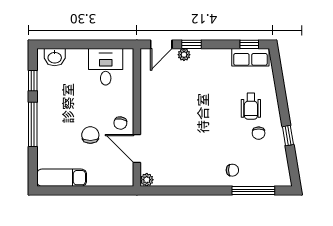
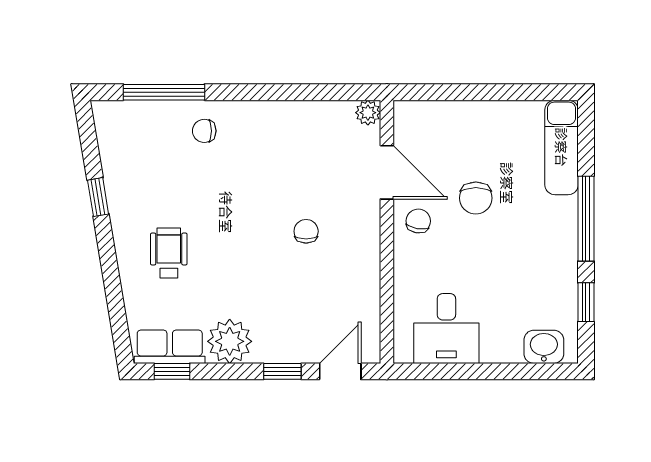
plant: (184, 55) -> (230, 341), moved, width x1.88, depth x1.88
chair: (259, 133) -> (306, 231), moved
exam couch: (62, 178) -> (562, 147), moved, turned 90

